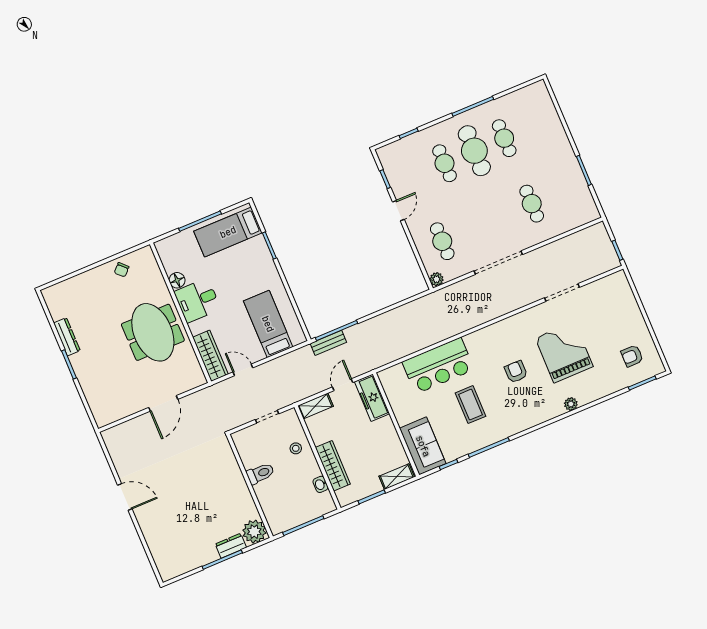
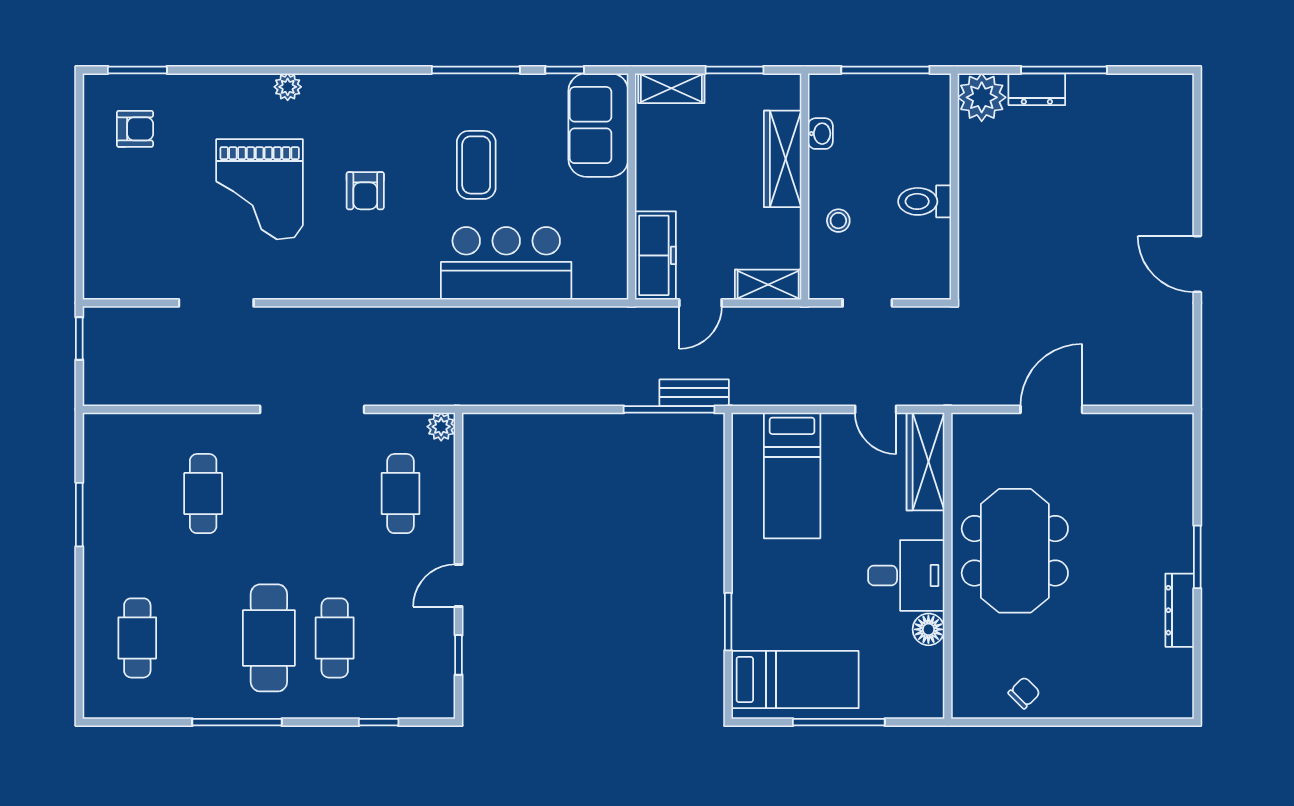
cafe table: (504, 138) -> (137, 638), moved

